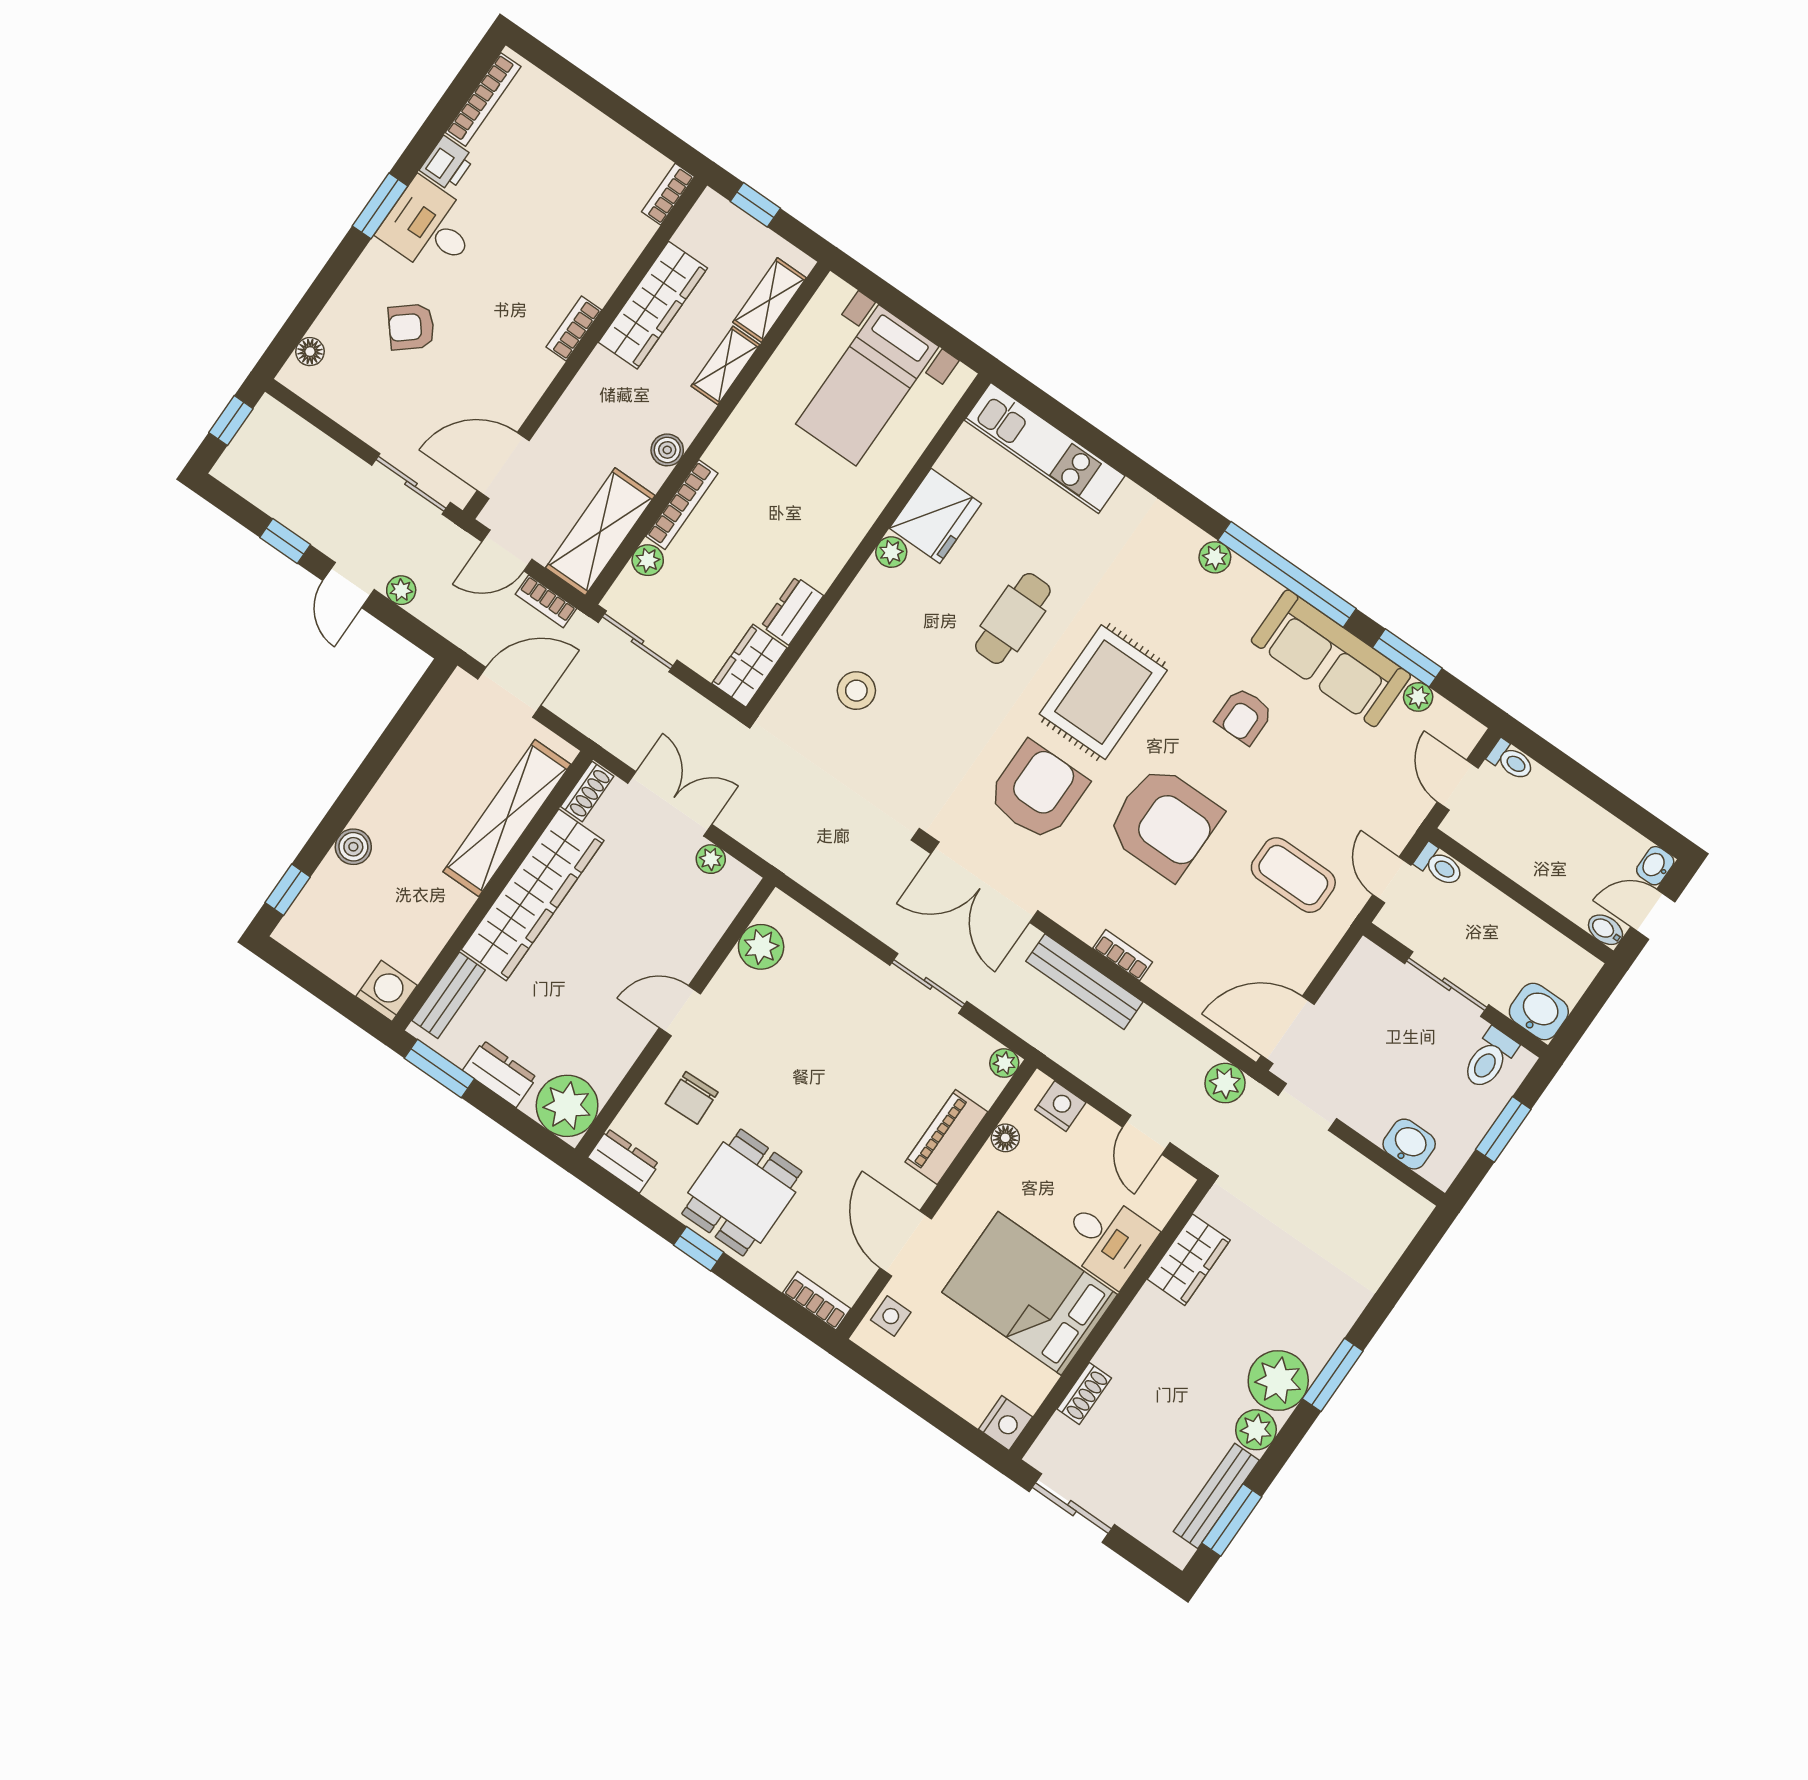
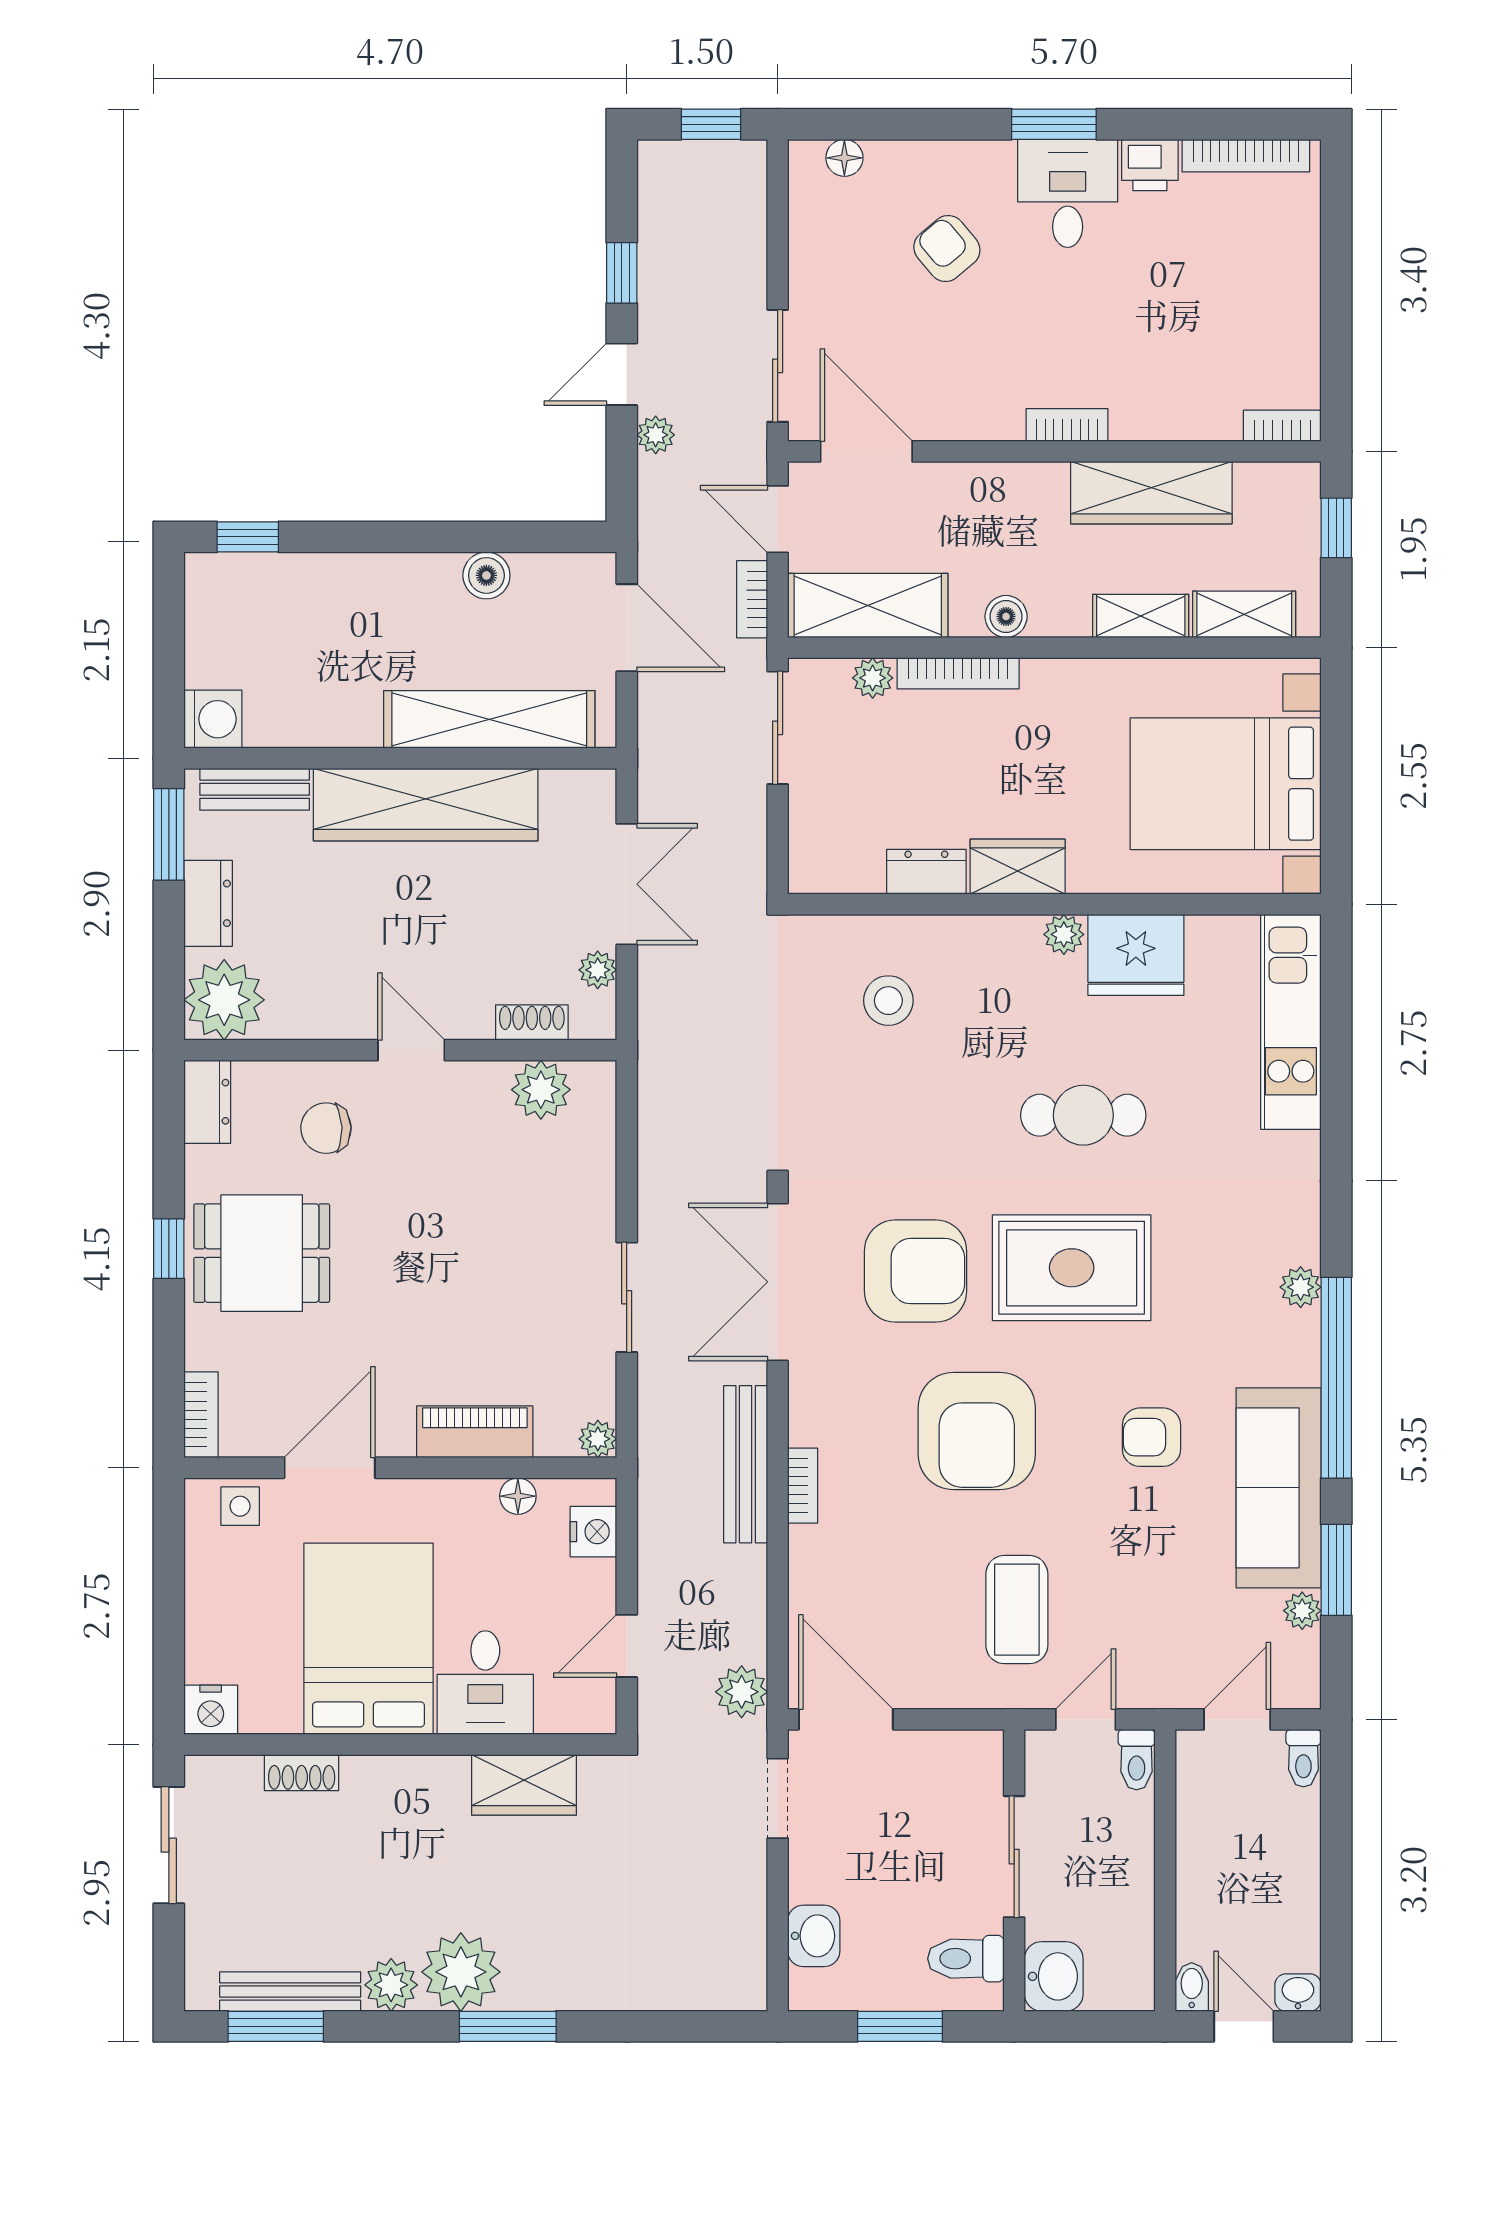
bed with nightstands: (867, 385) -> (1226, 784), width x1.36
wardrobe: (749, 666) -> (1018, 867), moved
shoe rack: (587, 791) -> (532, 1022), moved, turned 180
boiler: (353, 847) -> (486, 575), moved

